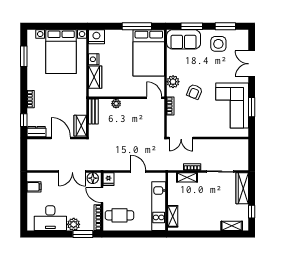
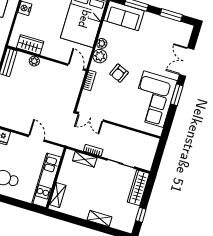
side table: (218, 44) -> (158, 31), removed
plant: (171, 70) -> (102, 43), added
wardrobe: (95, 77) -> (30, 45), moved, turned -90
window: (252, 107) -> (177, 95), moved
shelving: (232, 226) -> (99, 218), moved

